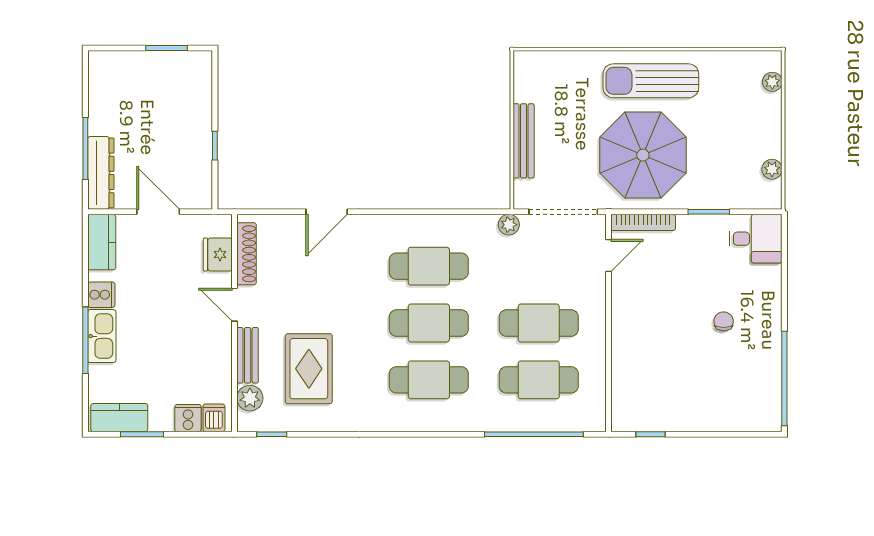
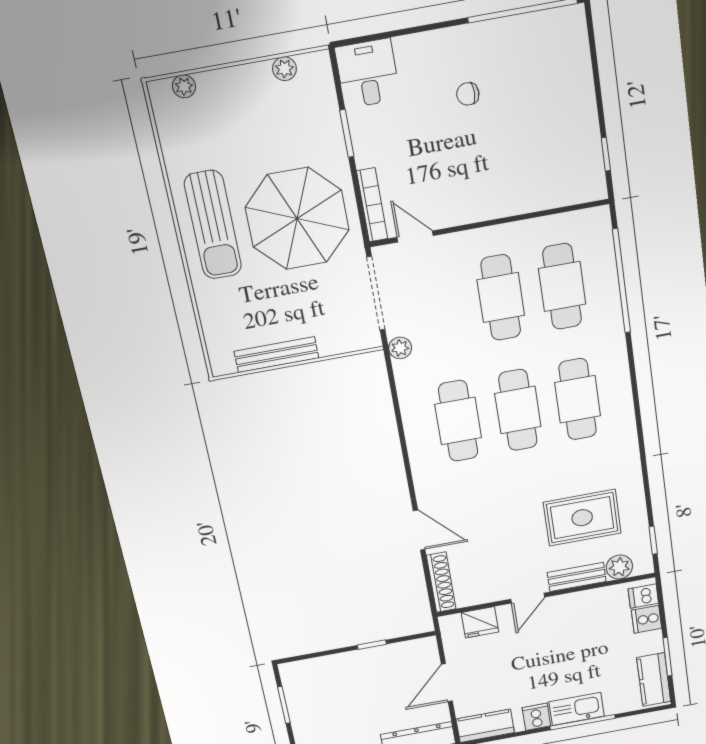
bench: (524, 141) -> (276, 355), moved
shoe rack: (247, 254) -> (441, 582), moved, turned 90

